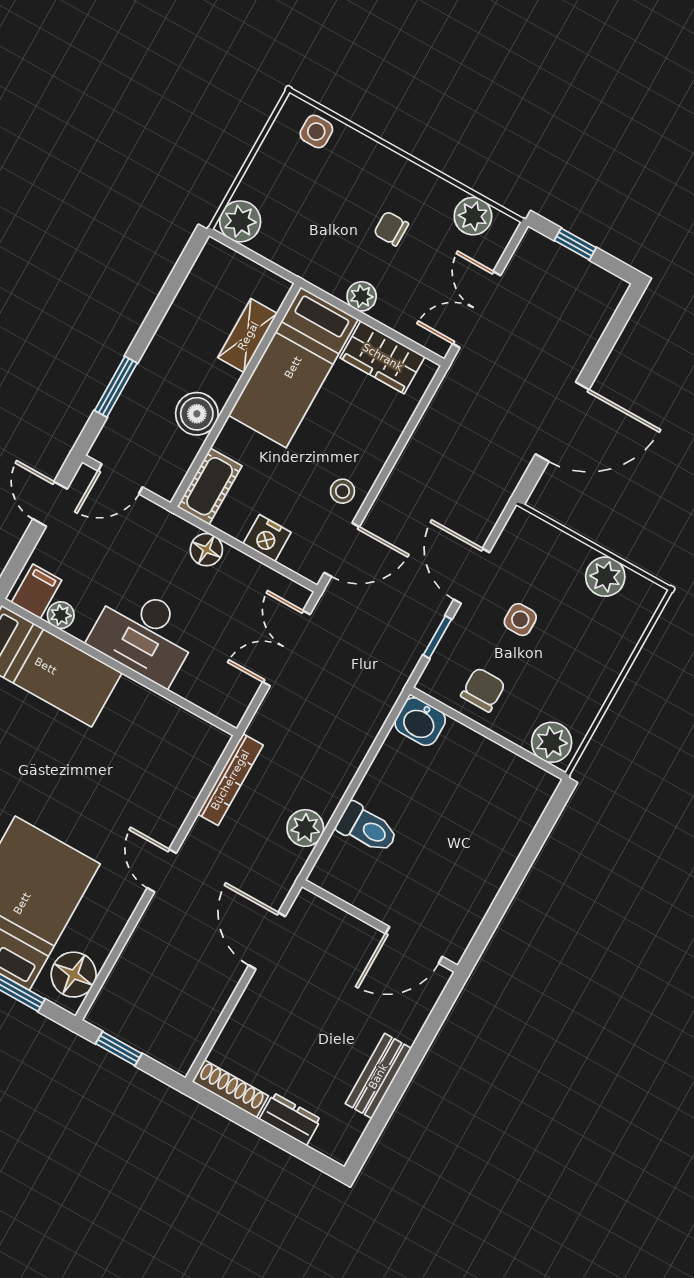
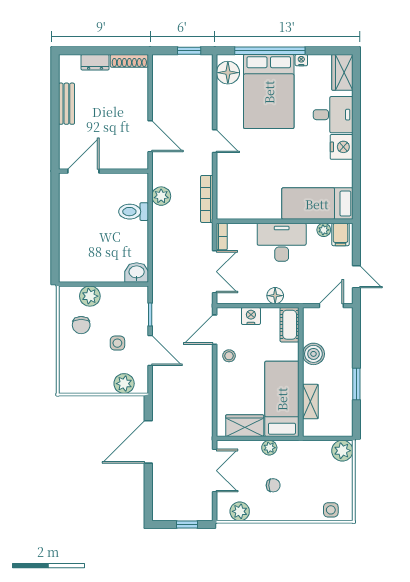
window: (116, 387) -> (356, 384), moved
plant: (605, 577) -> (124, 384), moved
chair: (483, 690) -> (81, 325), moved
bookcase: (241, 701) -> (222, 236), added
plant: (552, 742) -> (90, 296), moved

